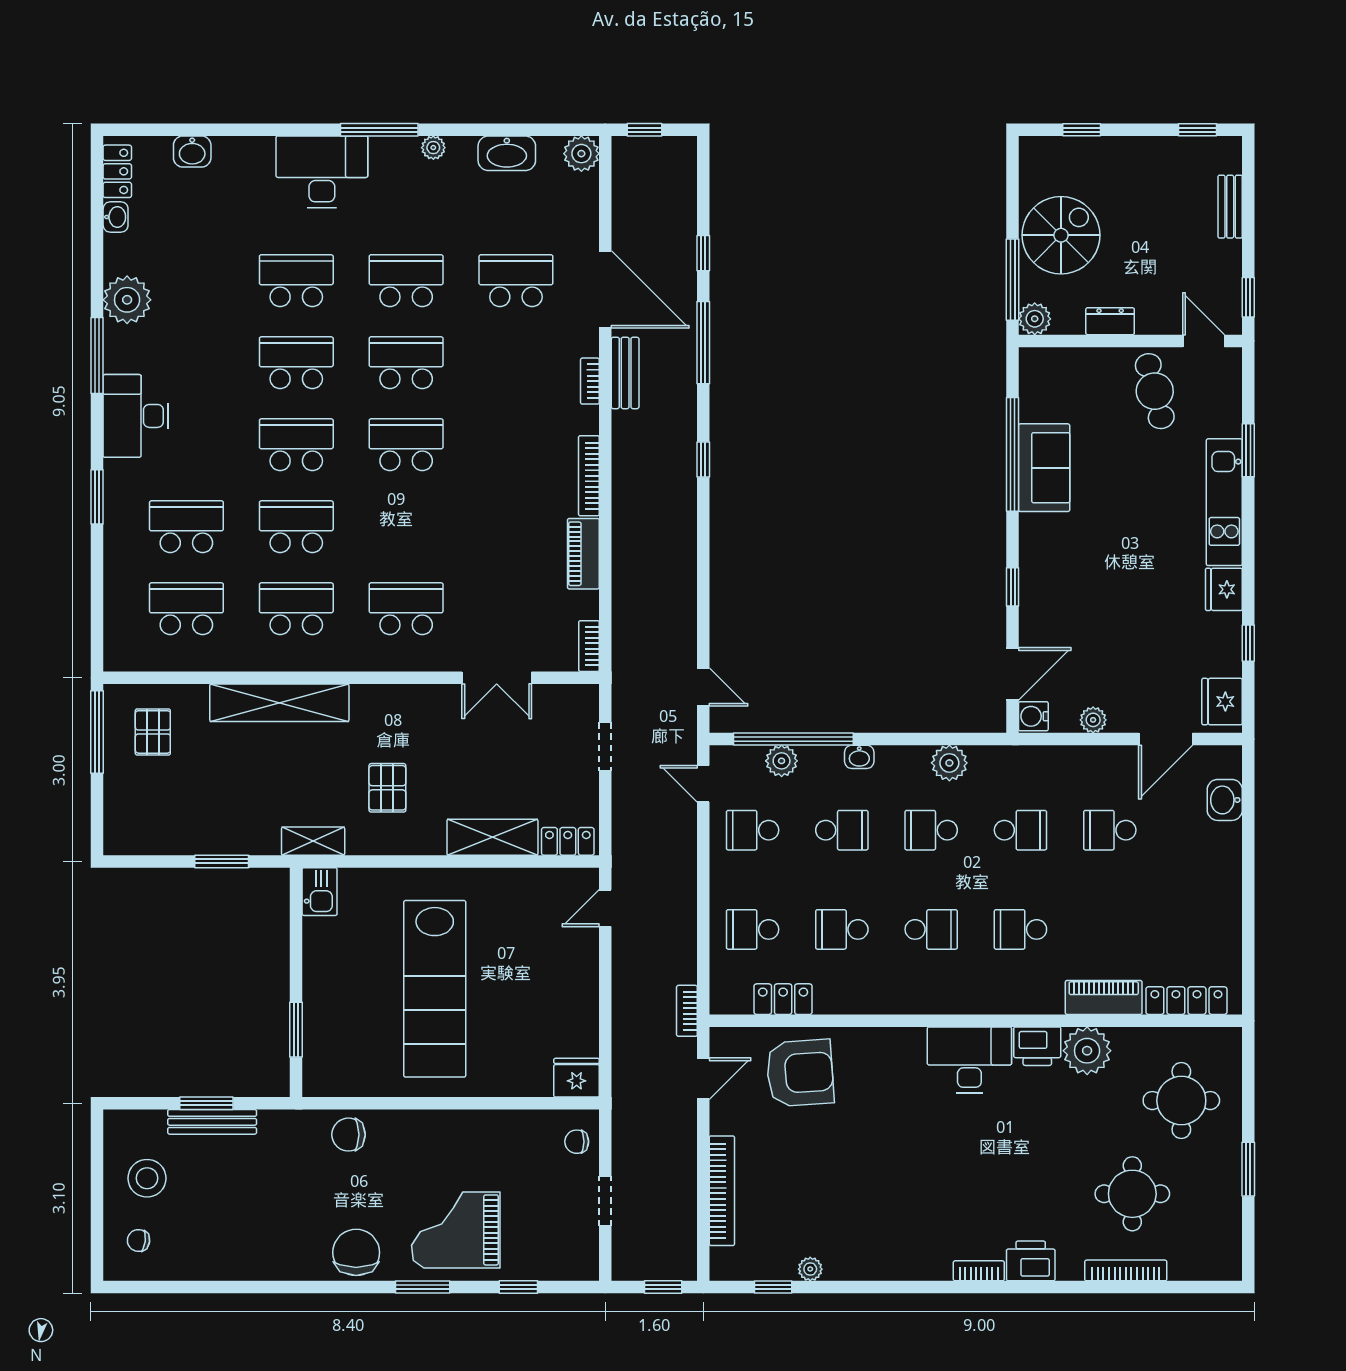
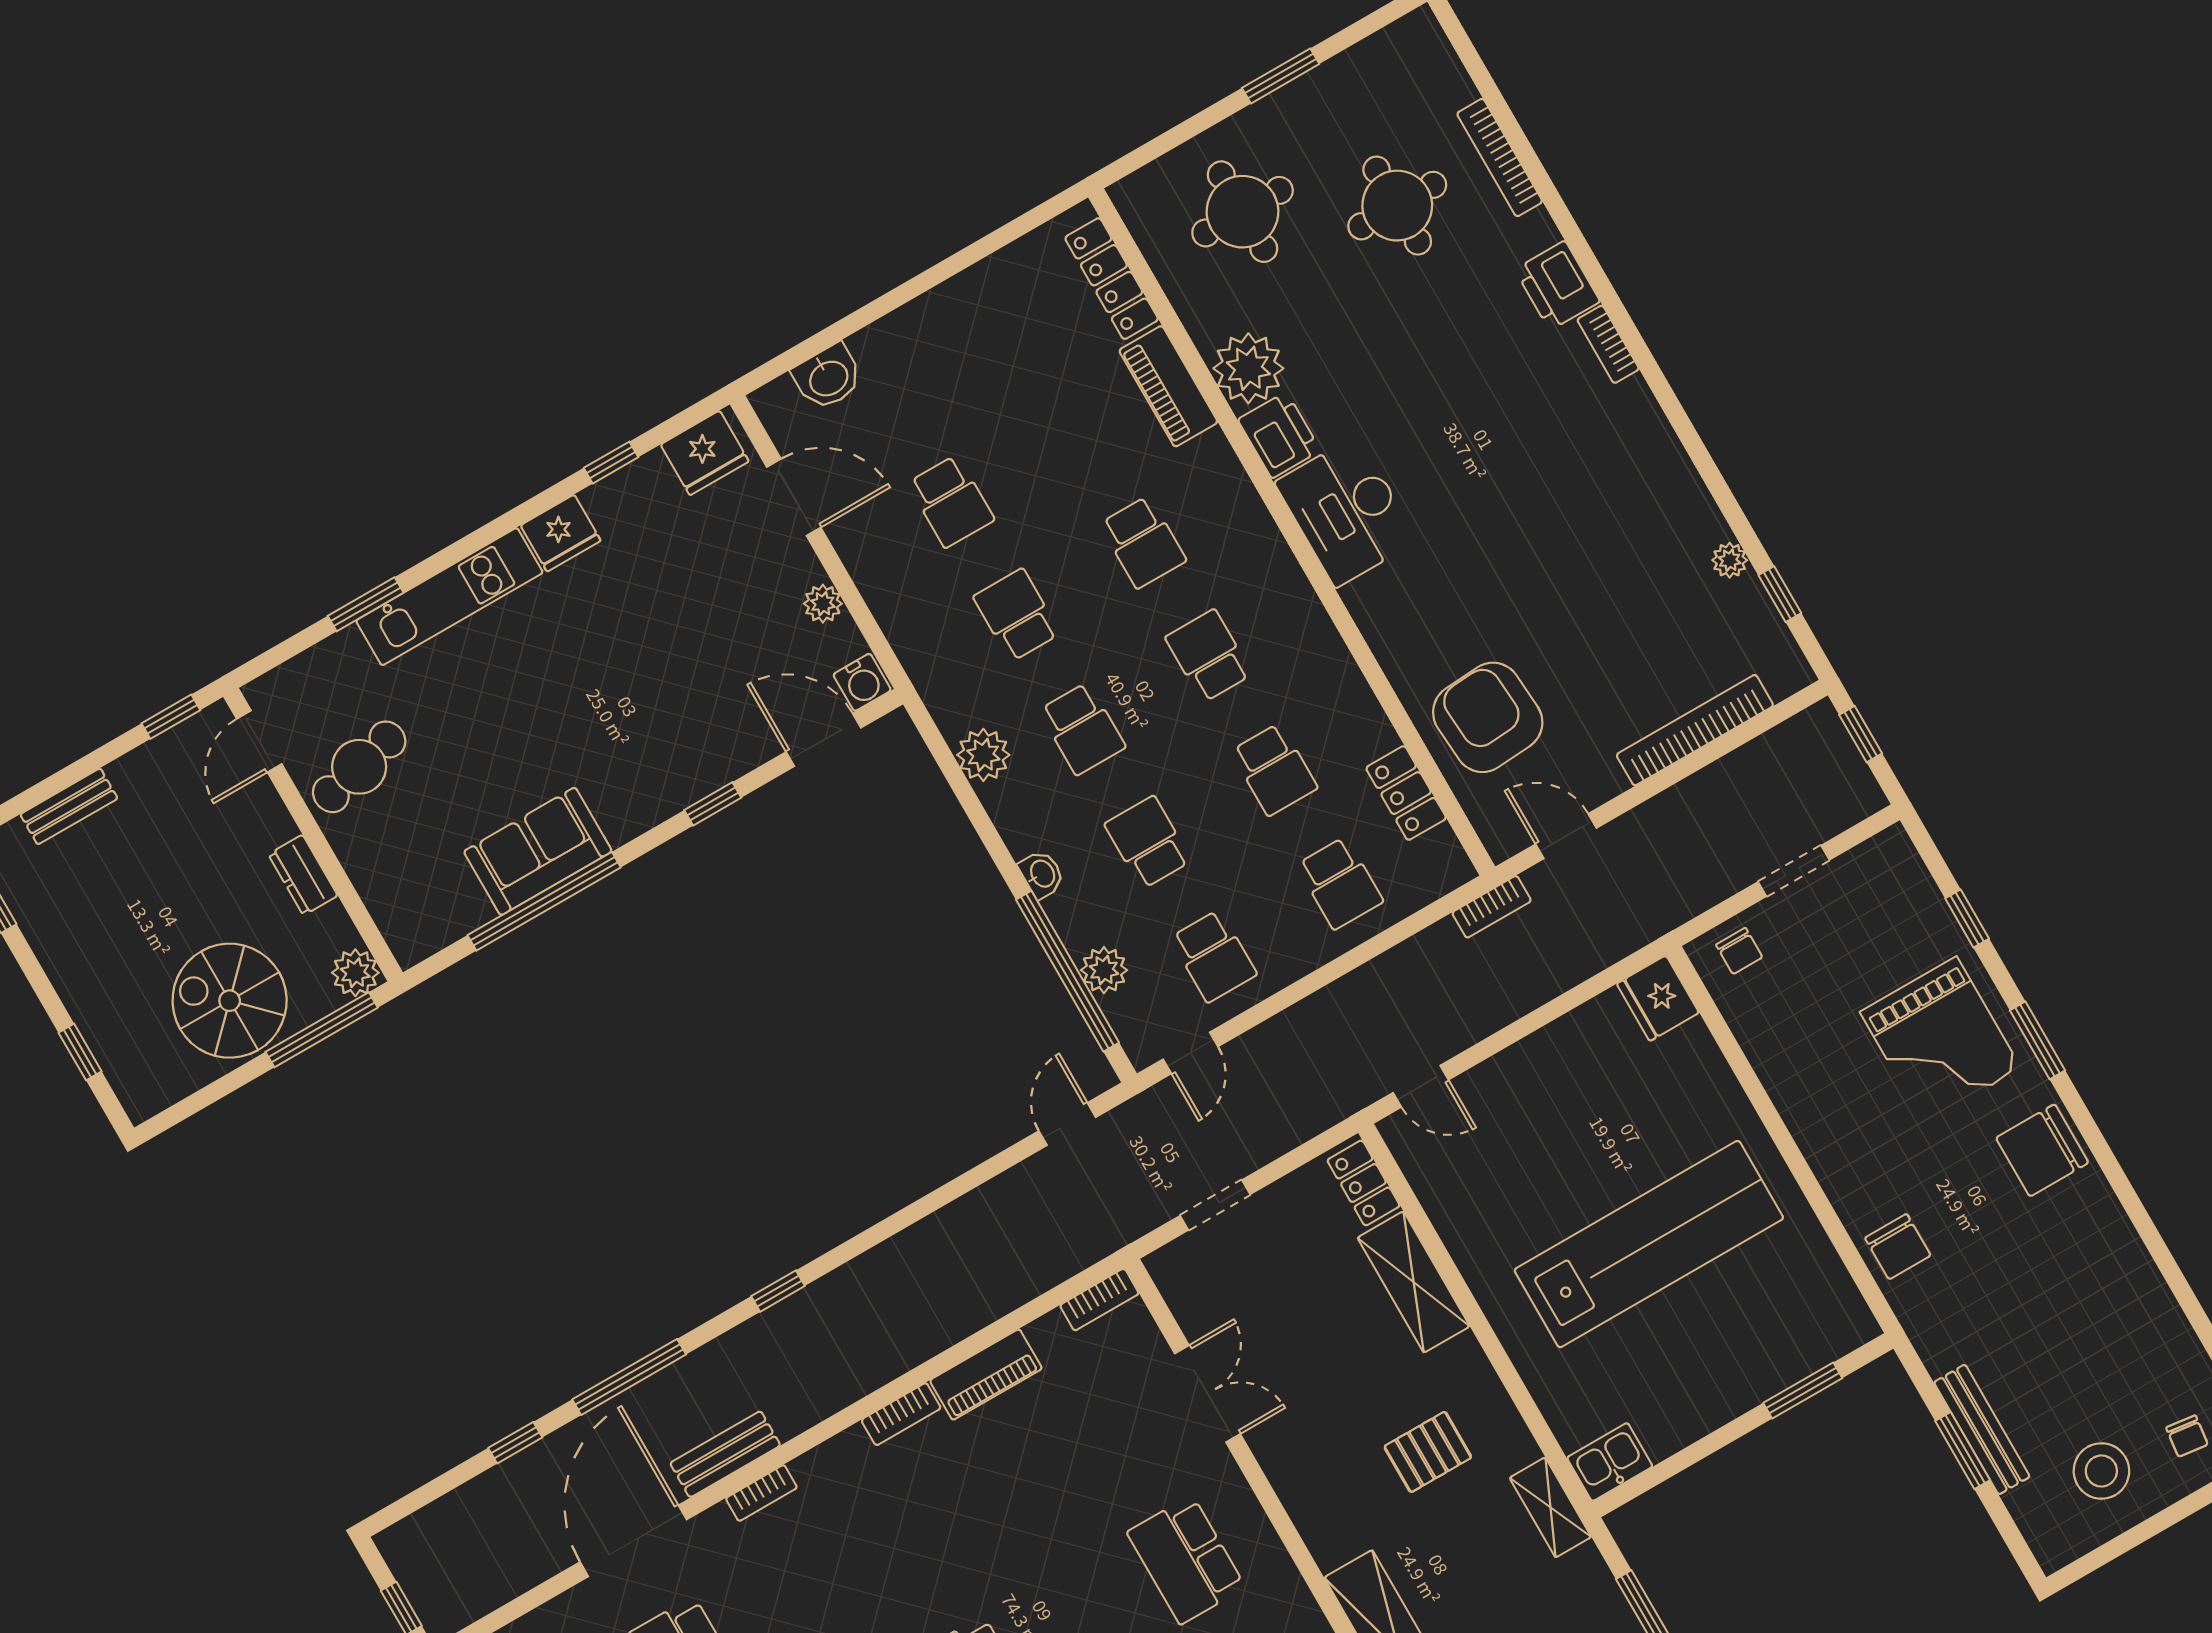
bookcase: (589, 476) -> (901, 1414), width x0.64

